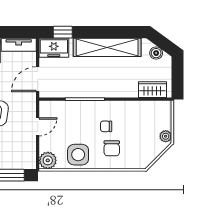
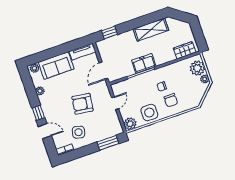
shelving: (107, 47) -> (151, 30), width x0.68
freezer: (54, 48) -> (144, 63), moved, turned 180
boiler: (156, 53) -> (178, 24), removed
plant: (161, 119) -> (198, 68), added

